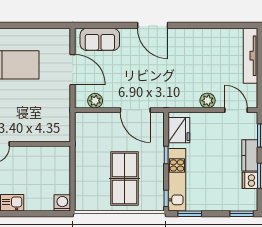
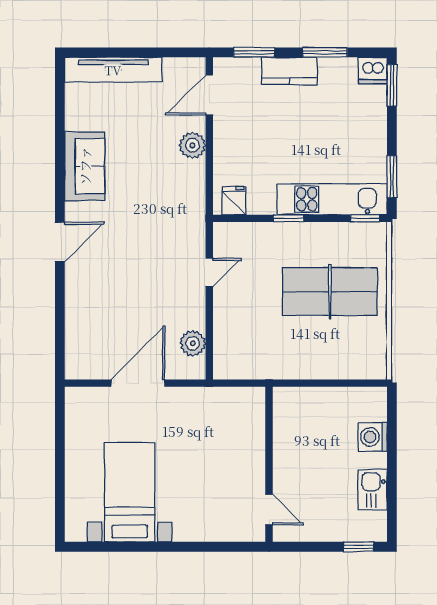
door: (153, 25) -> (60, 242), width x0.73
sofa: (100, 39) -> (85, 166), moved
door: (135, 110) -> (209, 273), width x0.53
fridge: (179, 130) -> (234, 201), width x0.53, depth x0.75
dishwasher: (250, 180) -> (373, 71), moved
washing machine: (62, 203) -> (373, 437), moved

